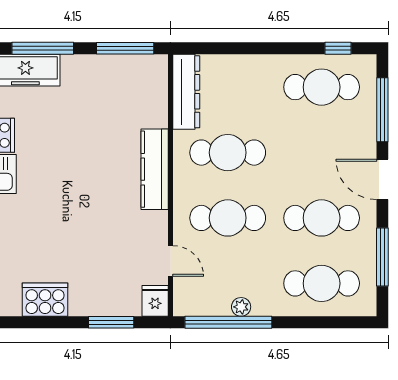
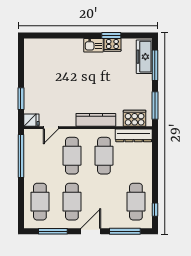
cooker: (45, 300) -> (135, 118), moved, turned -90
plant: (241, 307) -> (28, 162), removed

